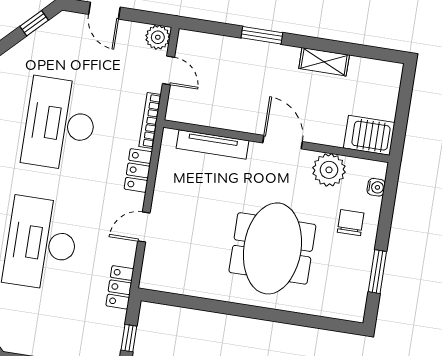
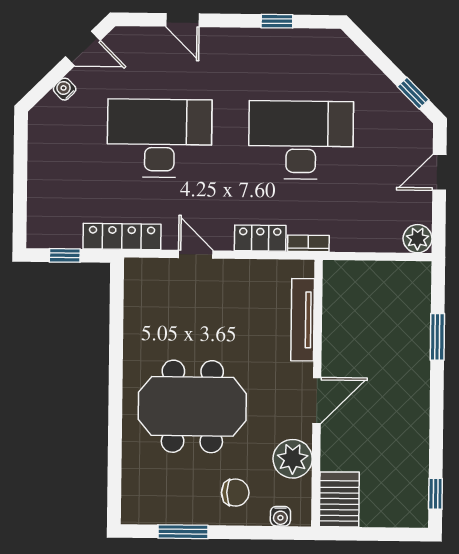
window: (262, 35) -> (437, 337), moved
window: (376, 53) -> (435, 494), added
shelving: (324, 62) -> (417, 435), removed
door: (168, 70) -> (381, 257), removed
bookcase: (150, 120) -> (308, 243), width x0.64
locker: (120, 287) -> (122, 236), width x1.53

